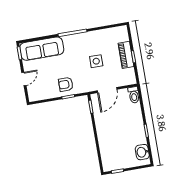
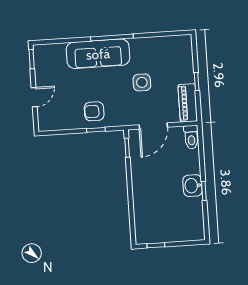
sofa: (42, 49) -> (98, 54), moved
piano: (126, 55) -> (188, 103), moved
washbasin: (142, 152) -> (192, 186), moved

